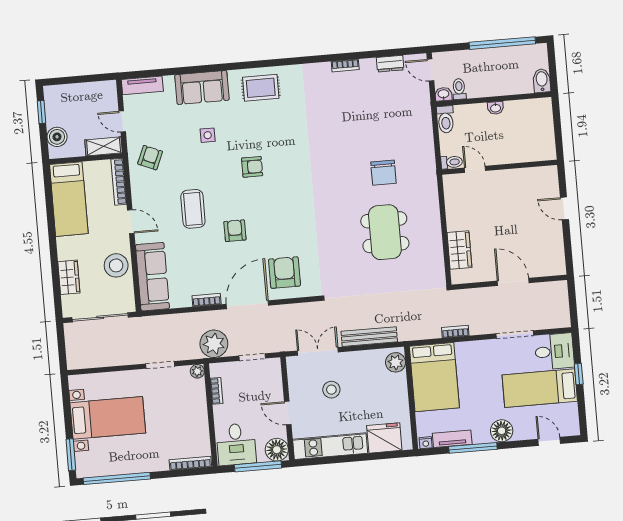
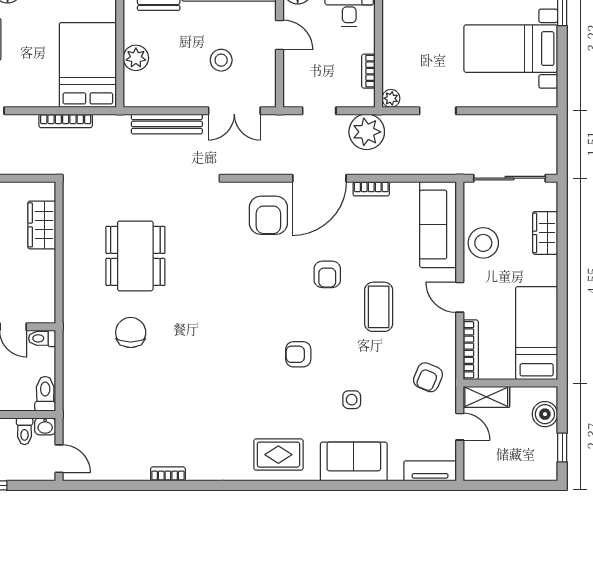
dresser: (390, 64) -> (110, 471), removed
bookcase: (455, 332) -> (66, 121), width x1.56
plant: (396, 362) -> (136, 58), moved

